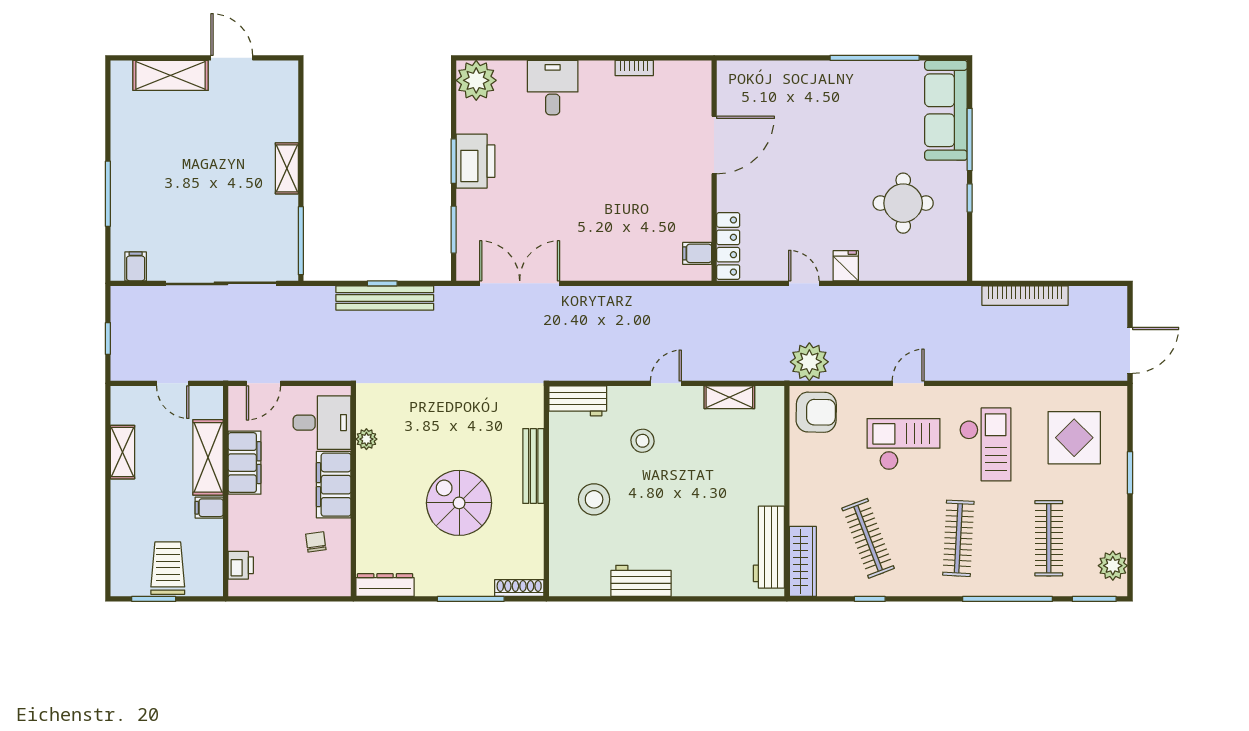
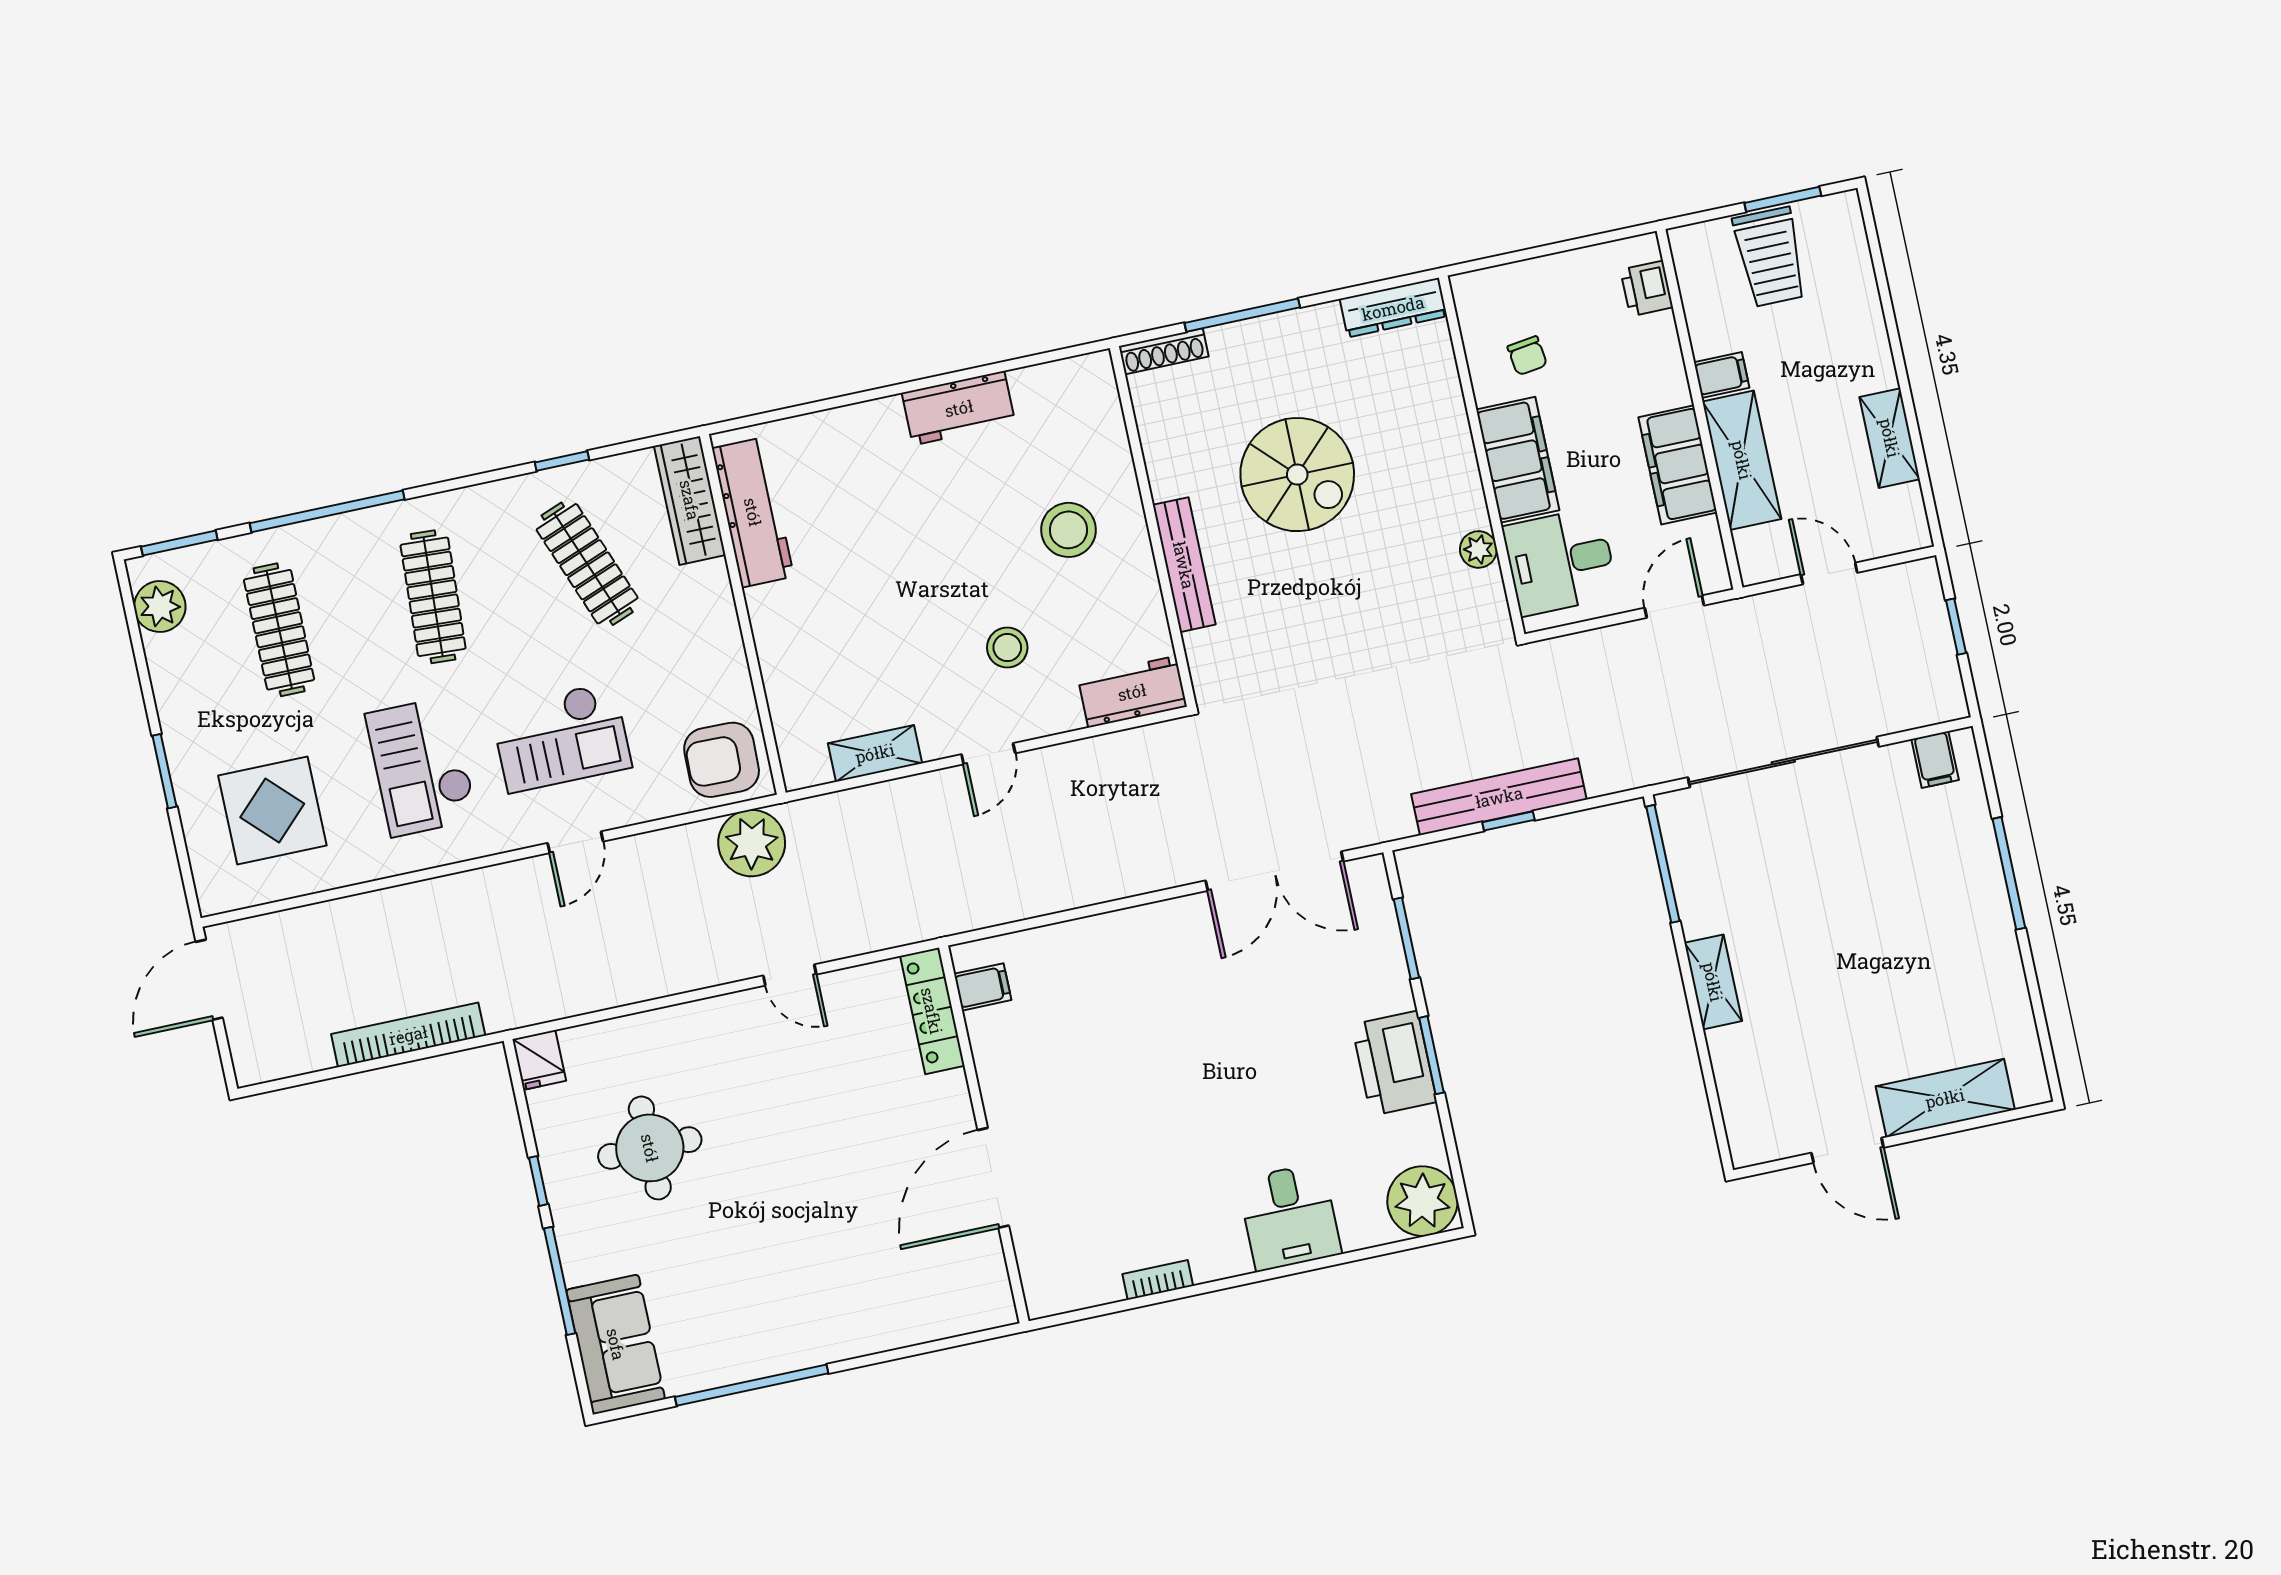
sofa: (946, 110) -> (616, 1344), width x0.73
fridge: (846, 266) -> (539, 1060), moved

